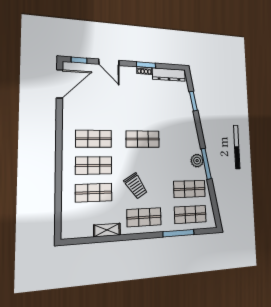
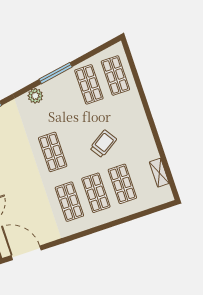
plant: (197, 161) -> (35, 96), moved
shop shelf: (144, 217) -> (132, 125), removed
shelving: (107, 230) -> (159, 173), moved
window: (178, 233) -> (138, 83), removed

